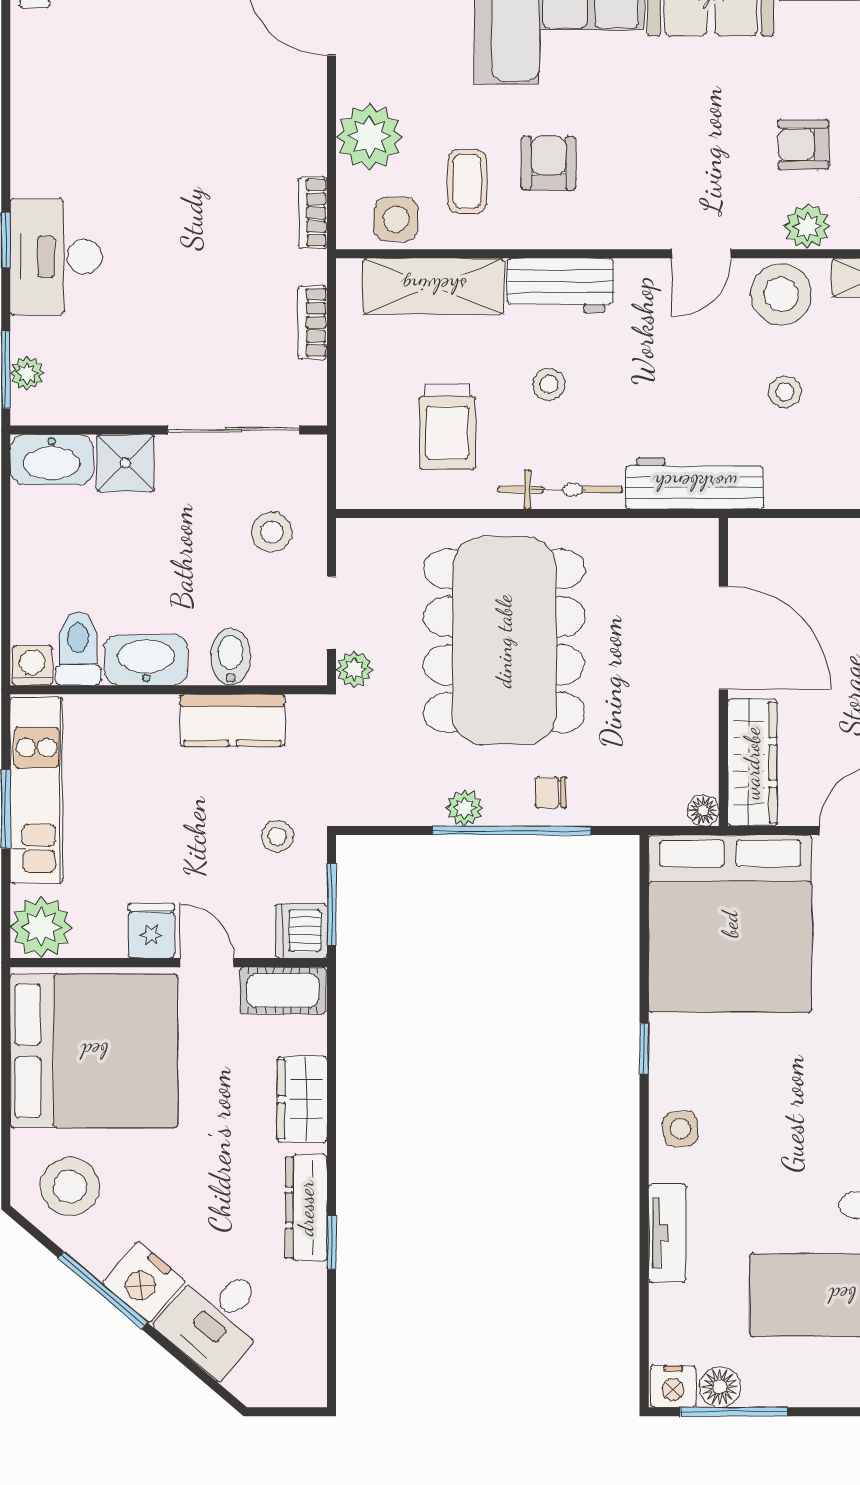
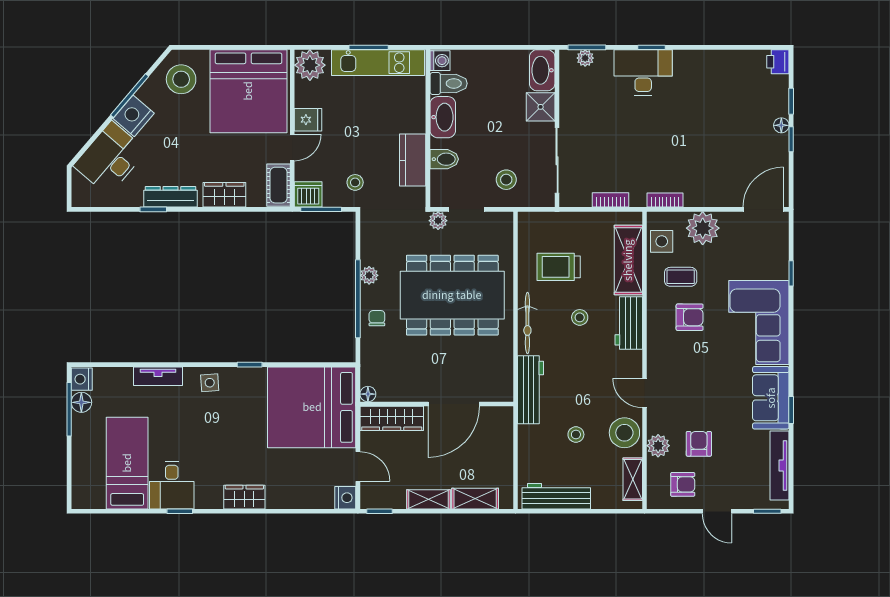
desk: (216, 1318) -> (110, 158), width x1.37

